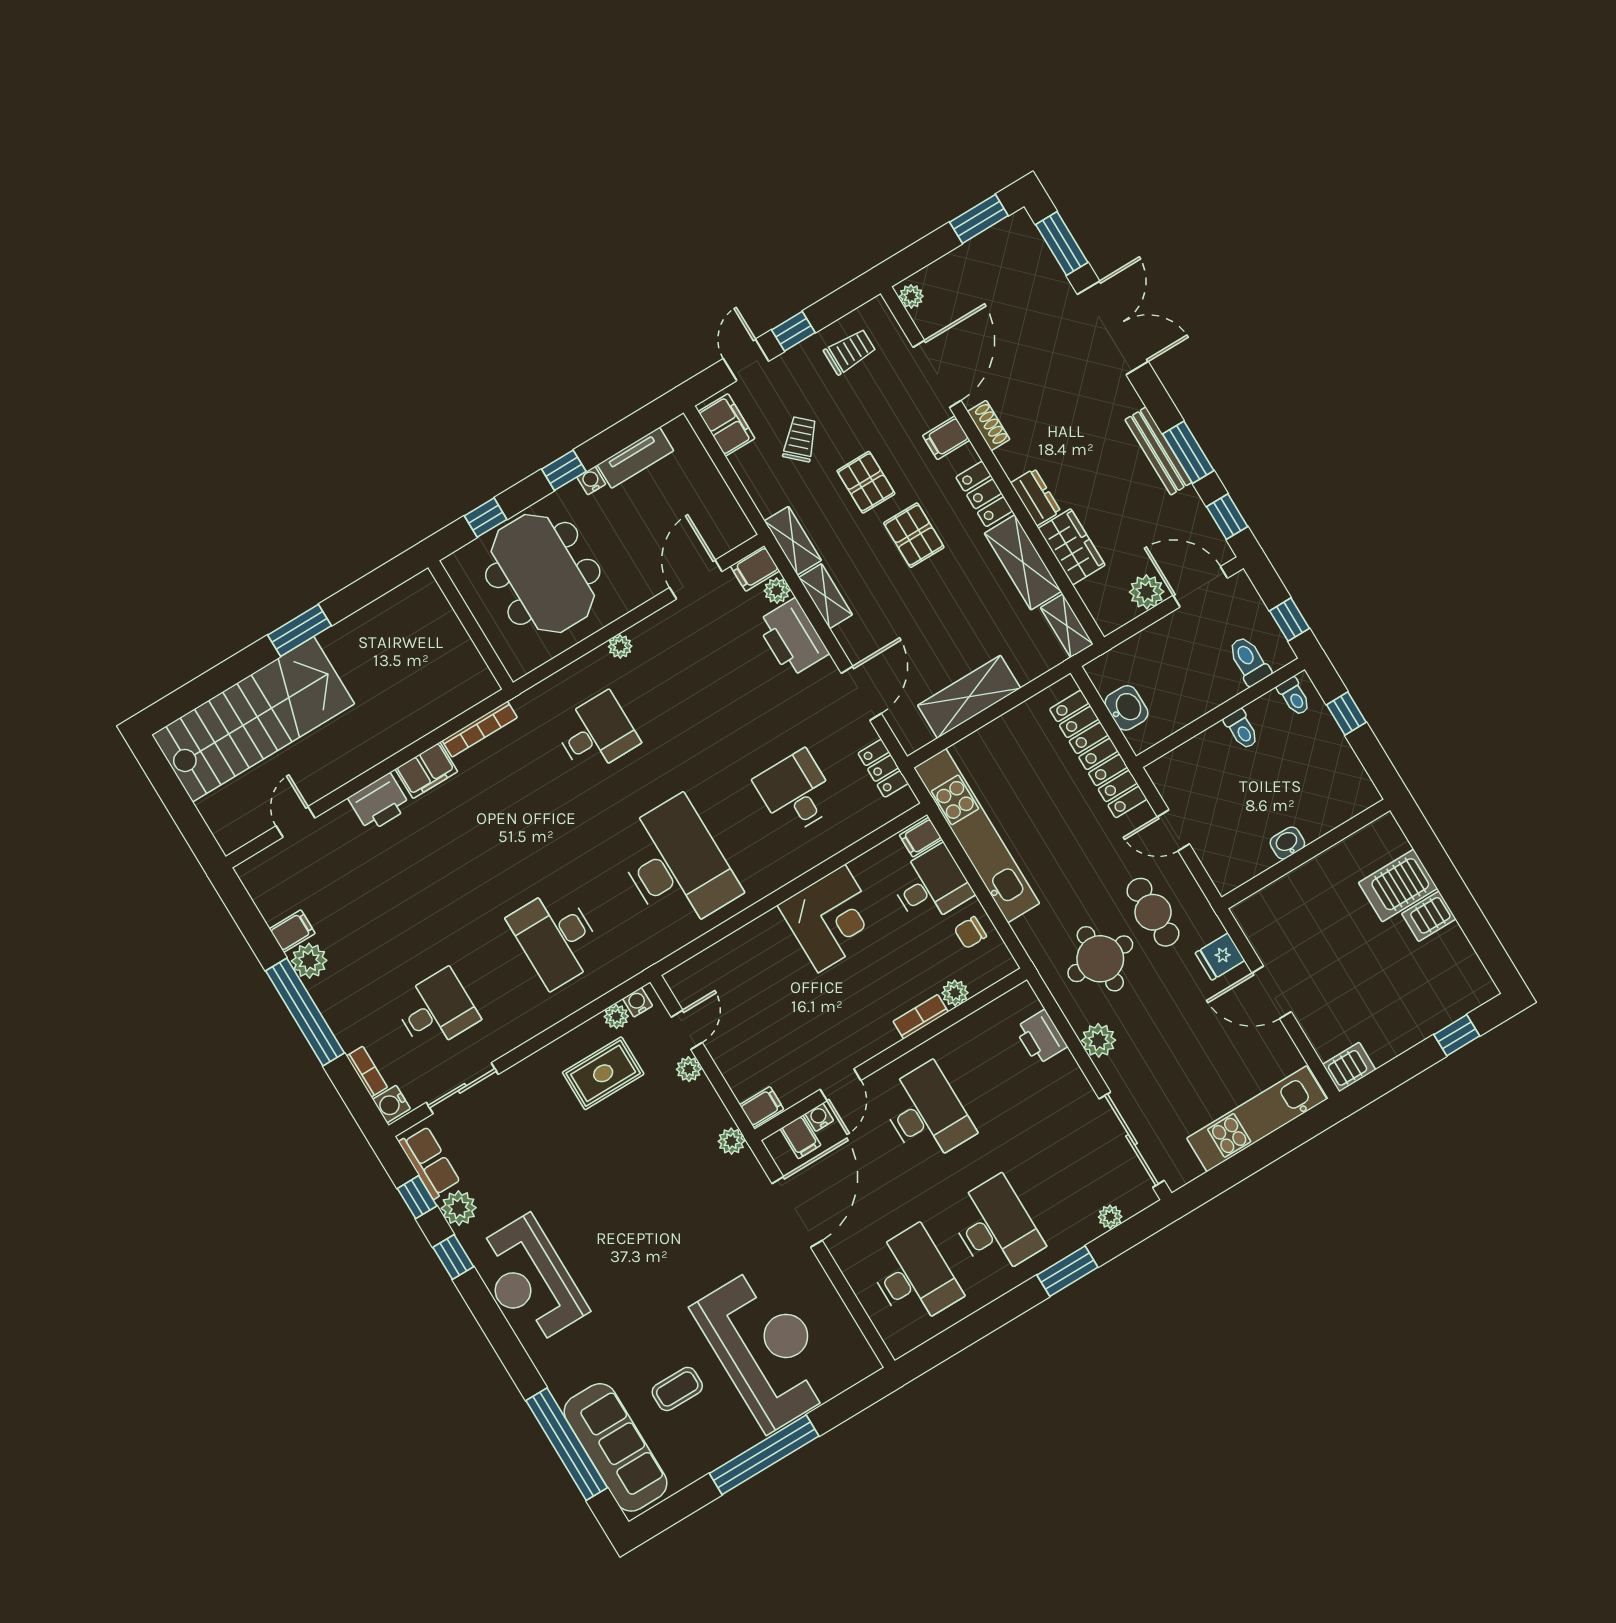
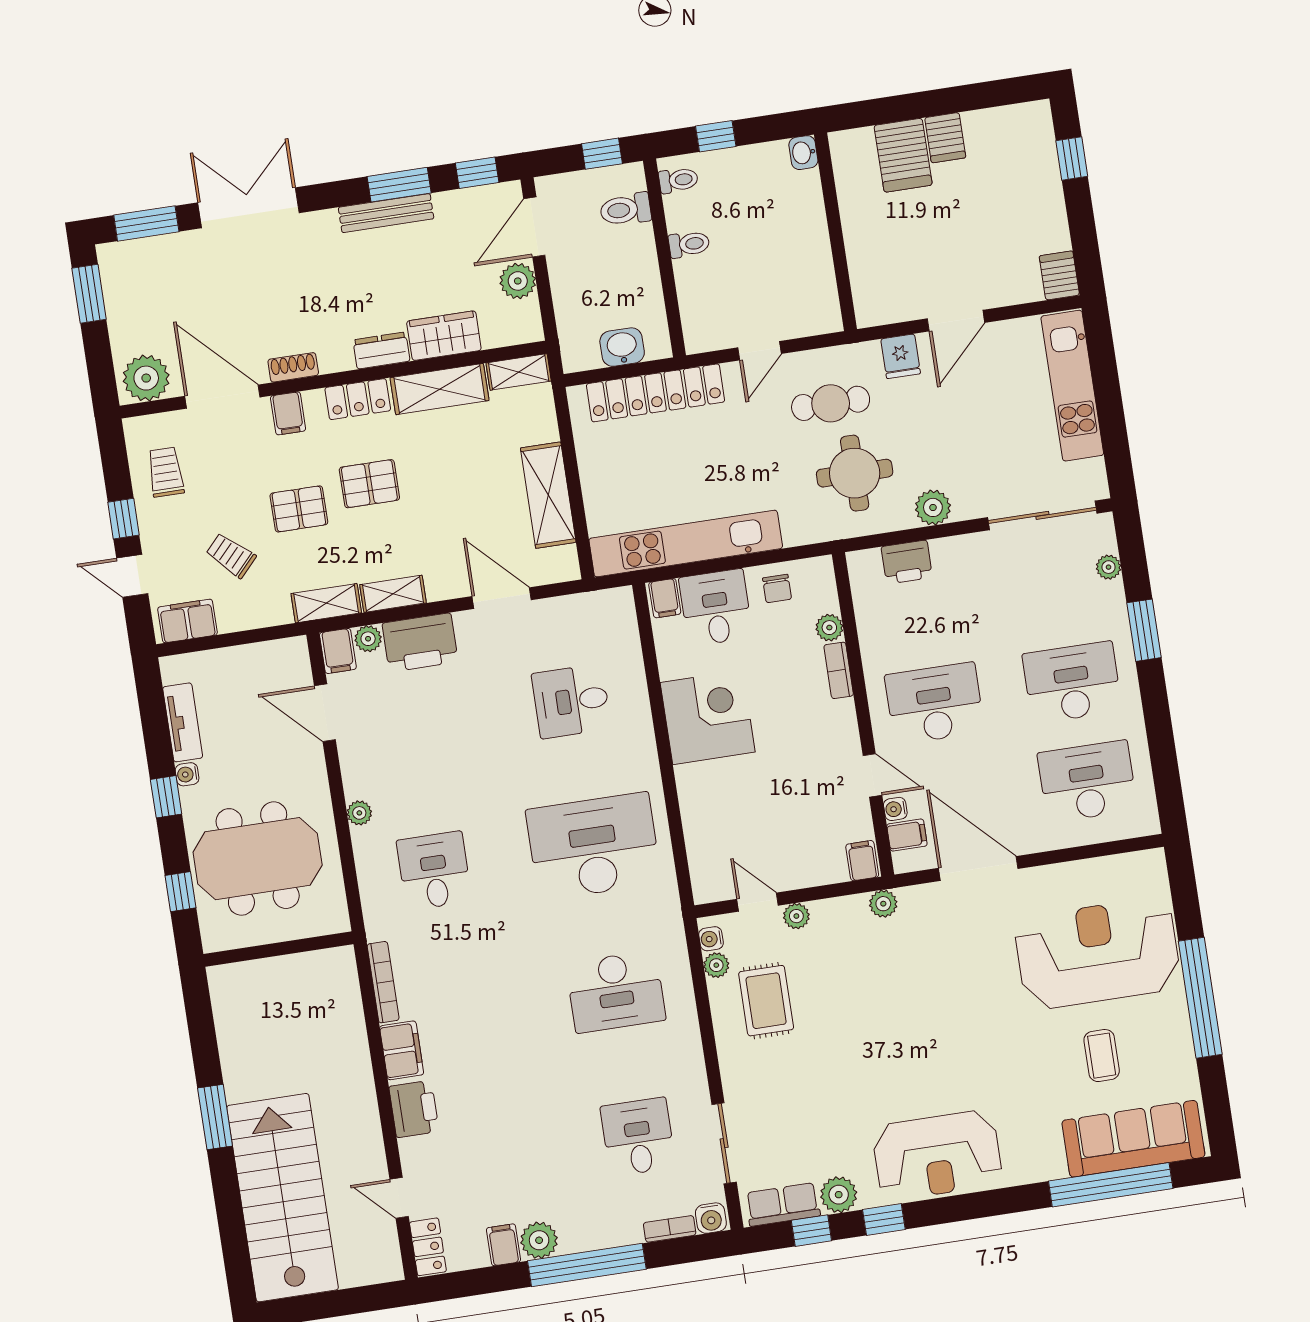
plant: (911, 296) -> (146, 378), width x1.87, depth x1.87
locker: (883, 768) -> (428, 1247), moved, turned -90
washbasin: (1287, 843) -> (803, 153), moved

